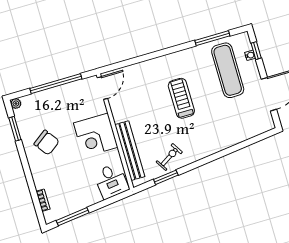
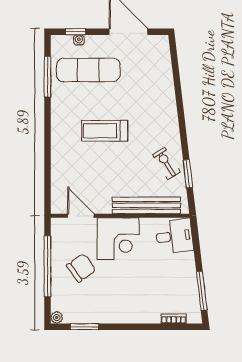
door: (102, 88) -> (81, 216), moved
chair: (47, 143) -> (81, 268), moved

